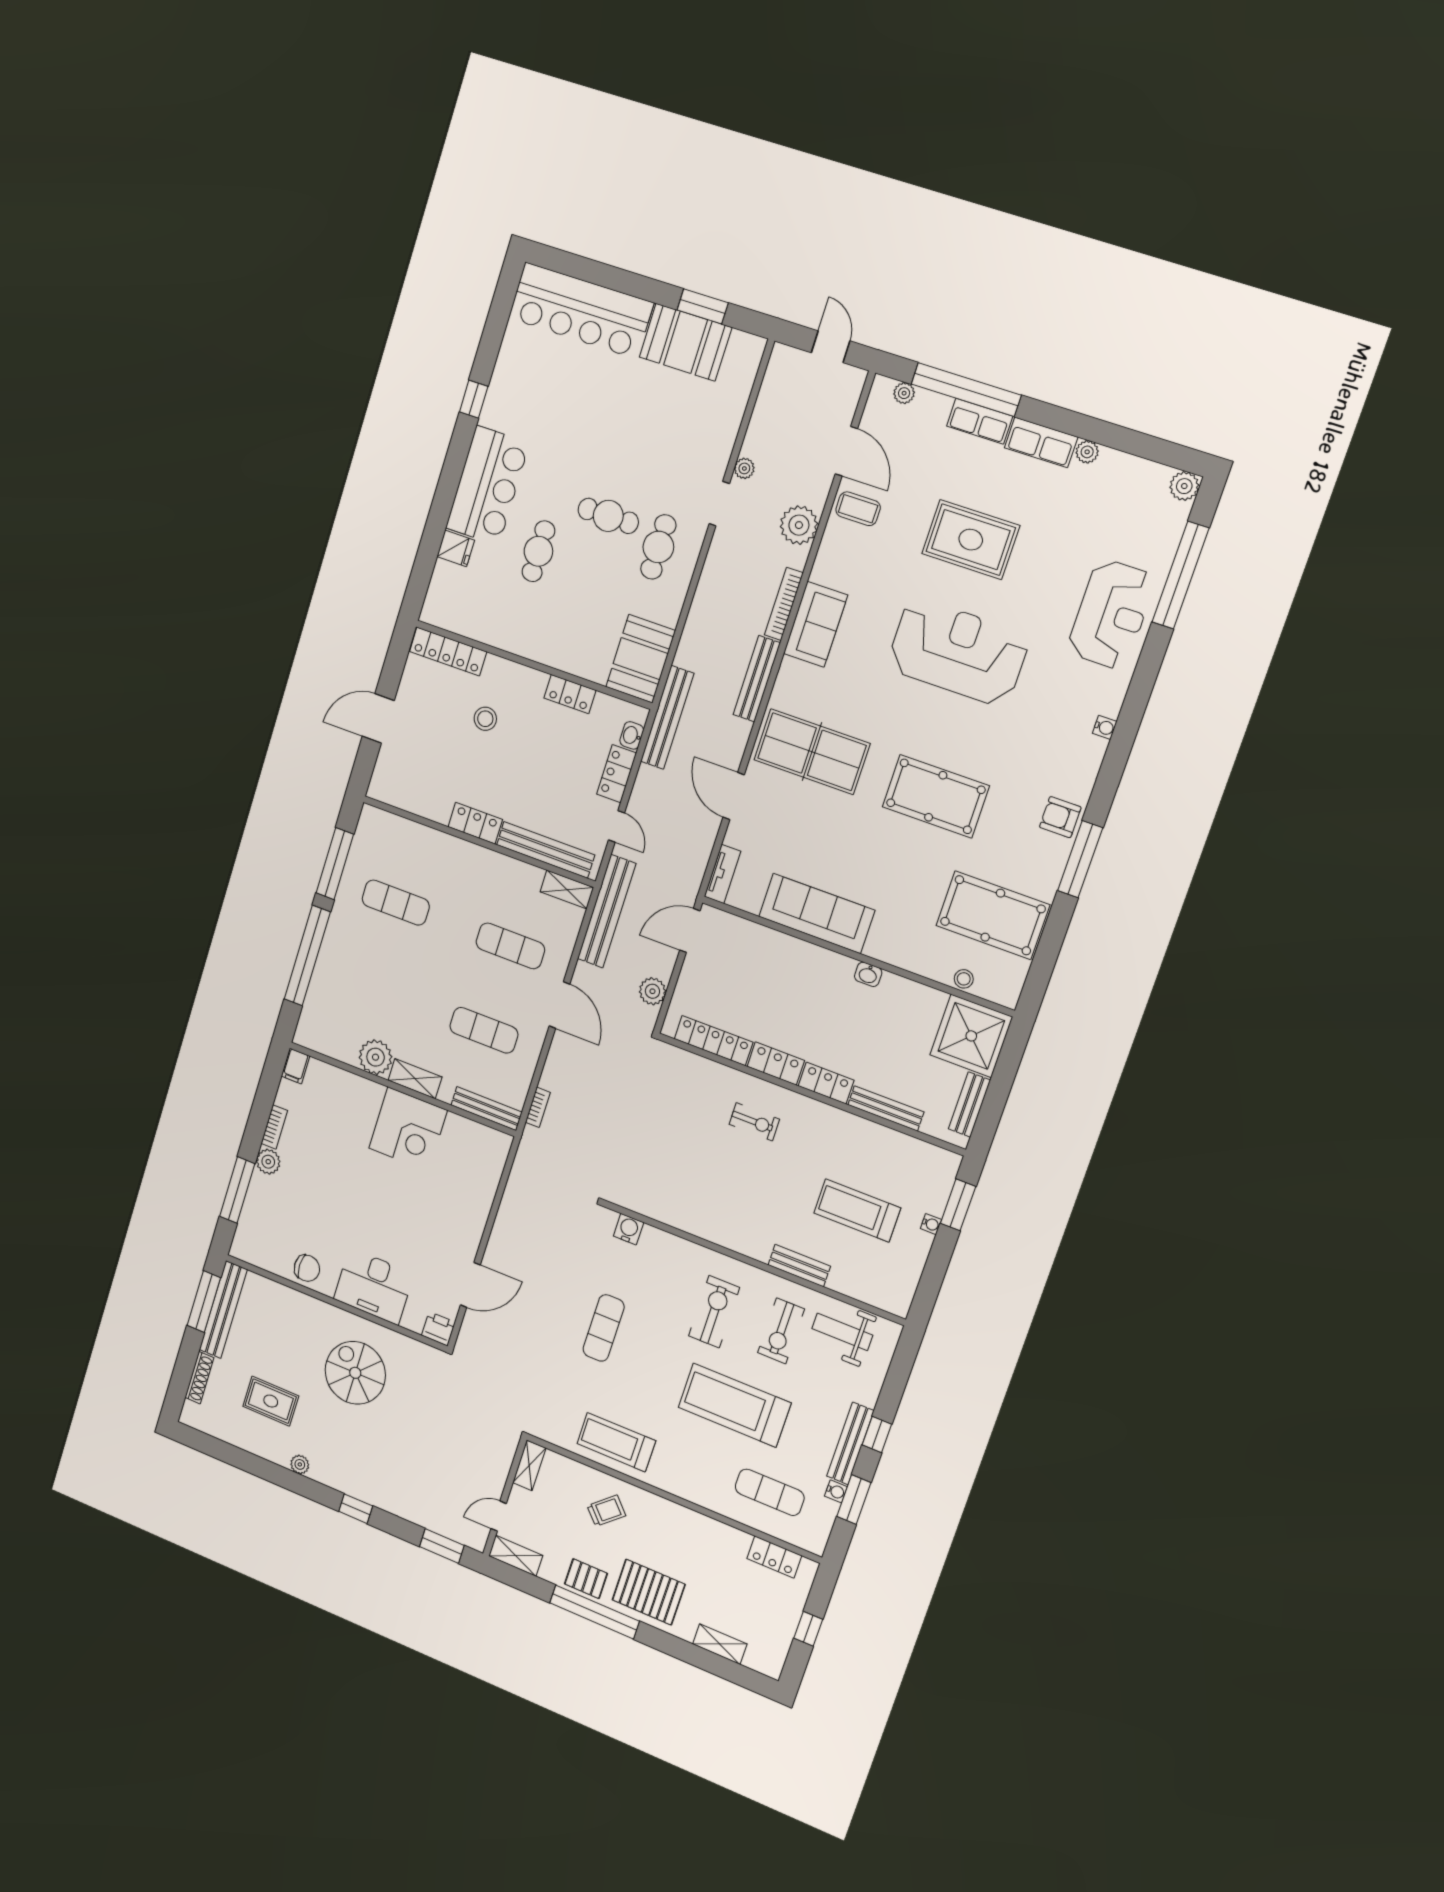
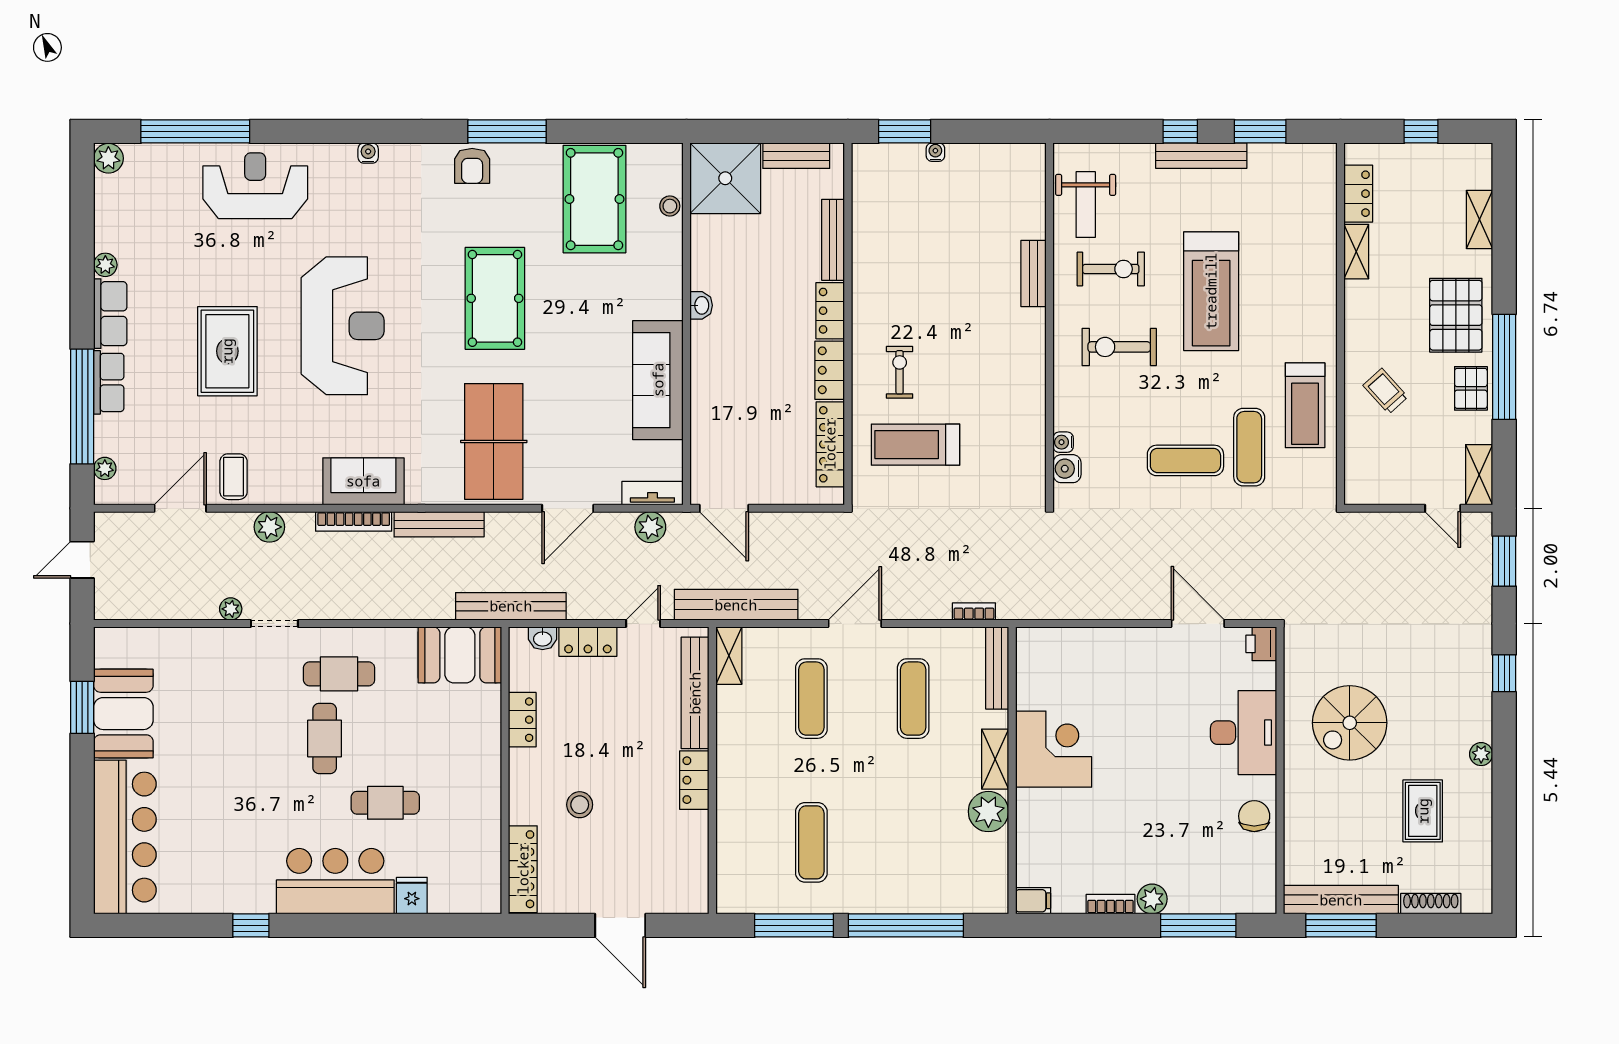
plant: (799, 525) -> (269, 527), width x0.73, depth x0.73
reception desk: (958, 652) -> (343, 326), turned 180
plant: (652, 991) -> (650, 527), moved
treadmill: (857, 1211) -> (915, 445), moved, turned 90
shelving: (529, 1465) -> (1356, 252), moved, turned 90
water cooler: (836, 1491) -> (1063, 442), moved, turned -90
exercise mat: (770, 1492) -> (1249, 447), moved

